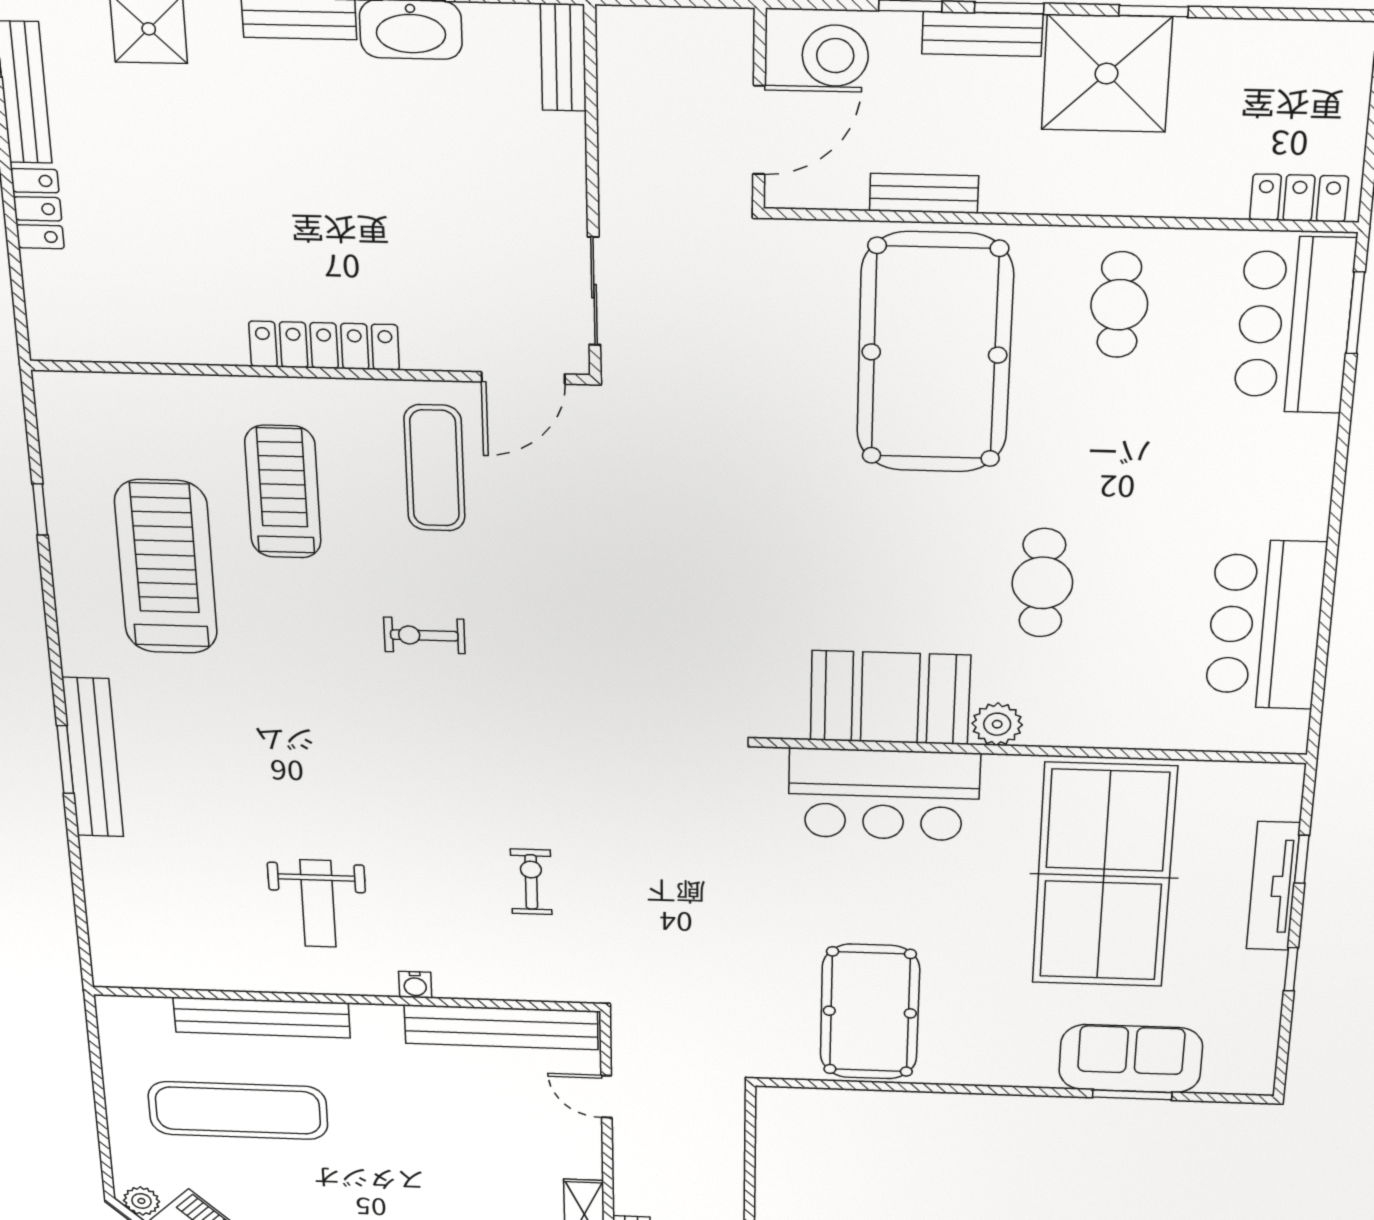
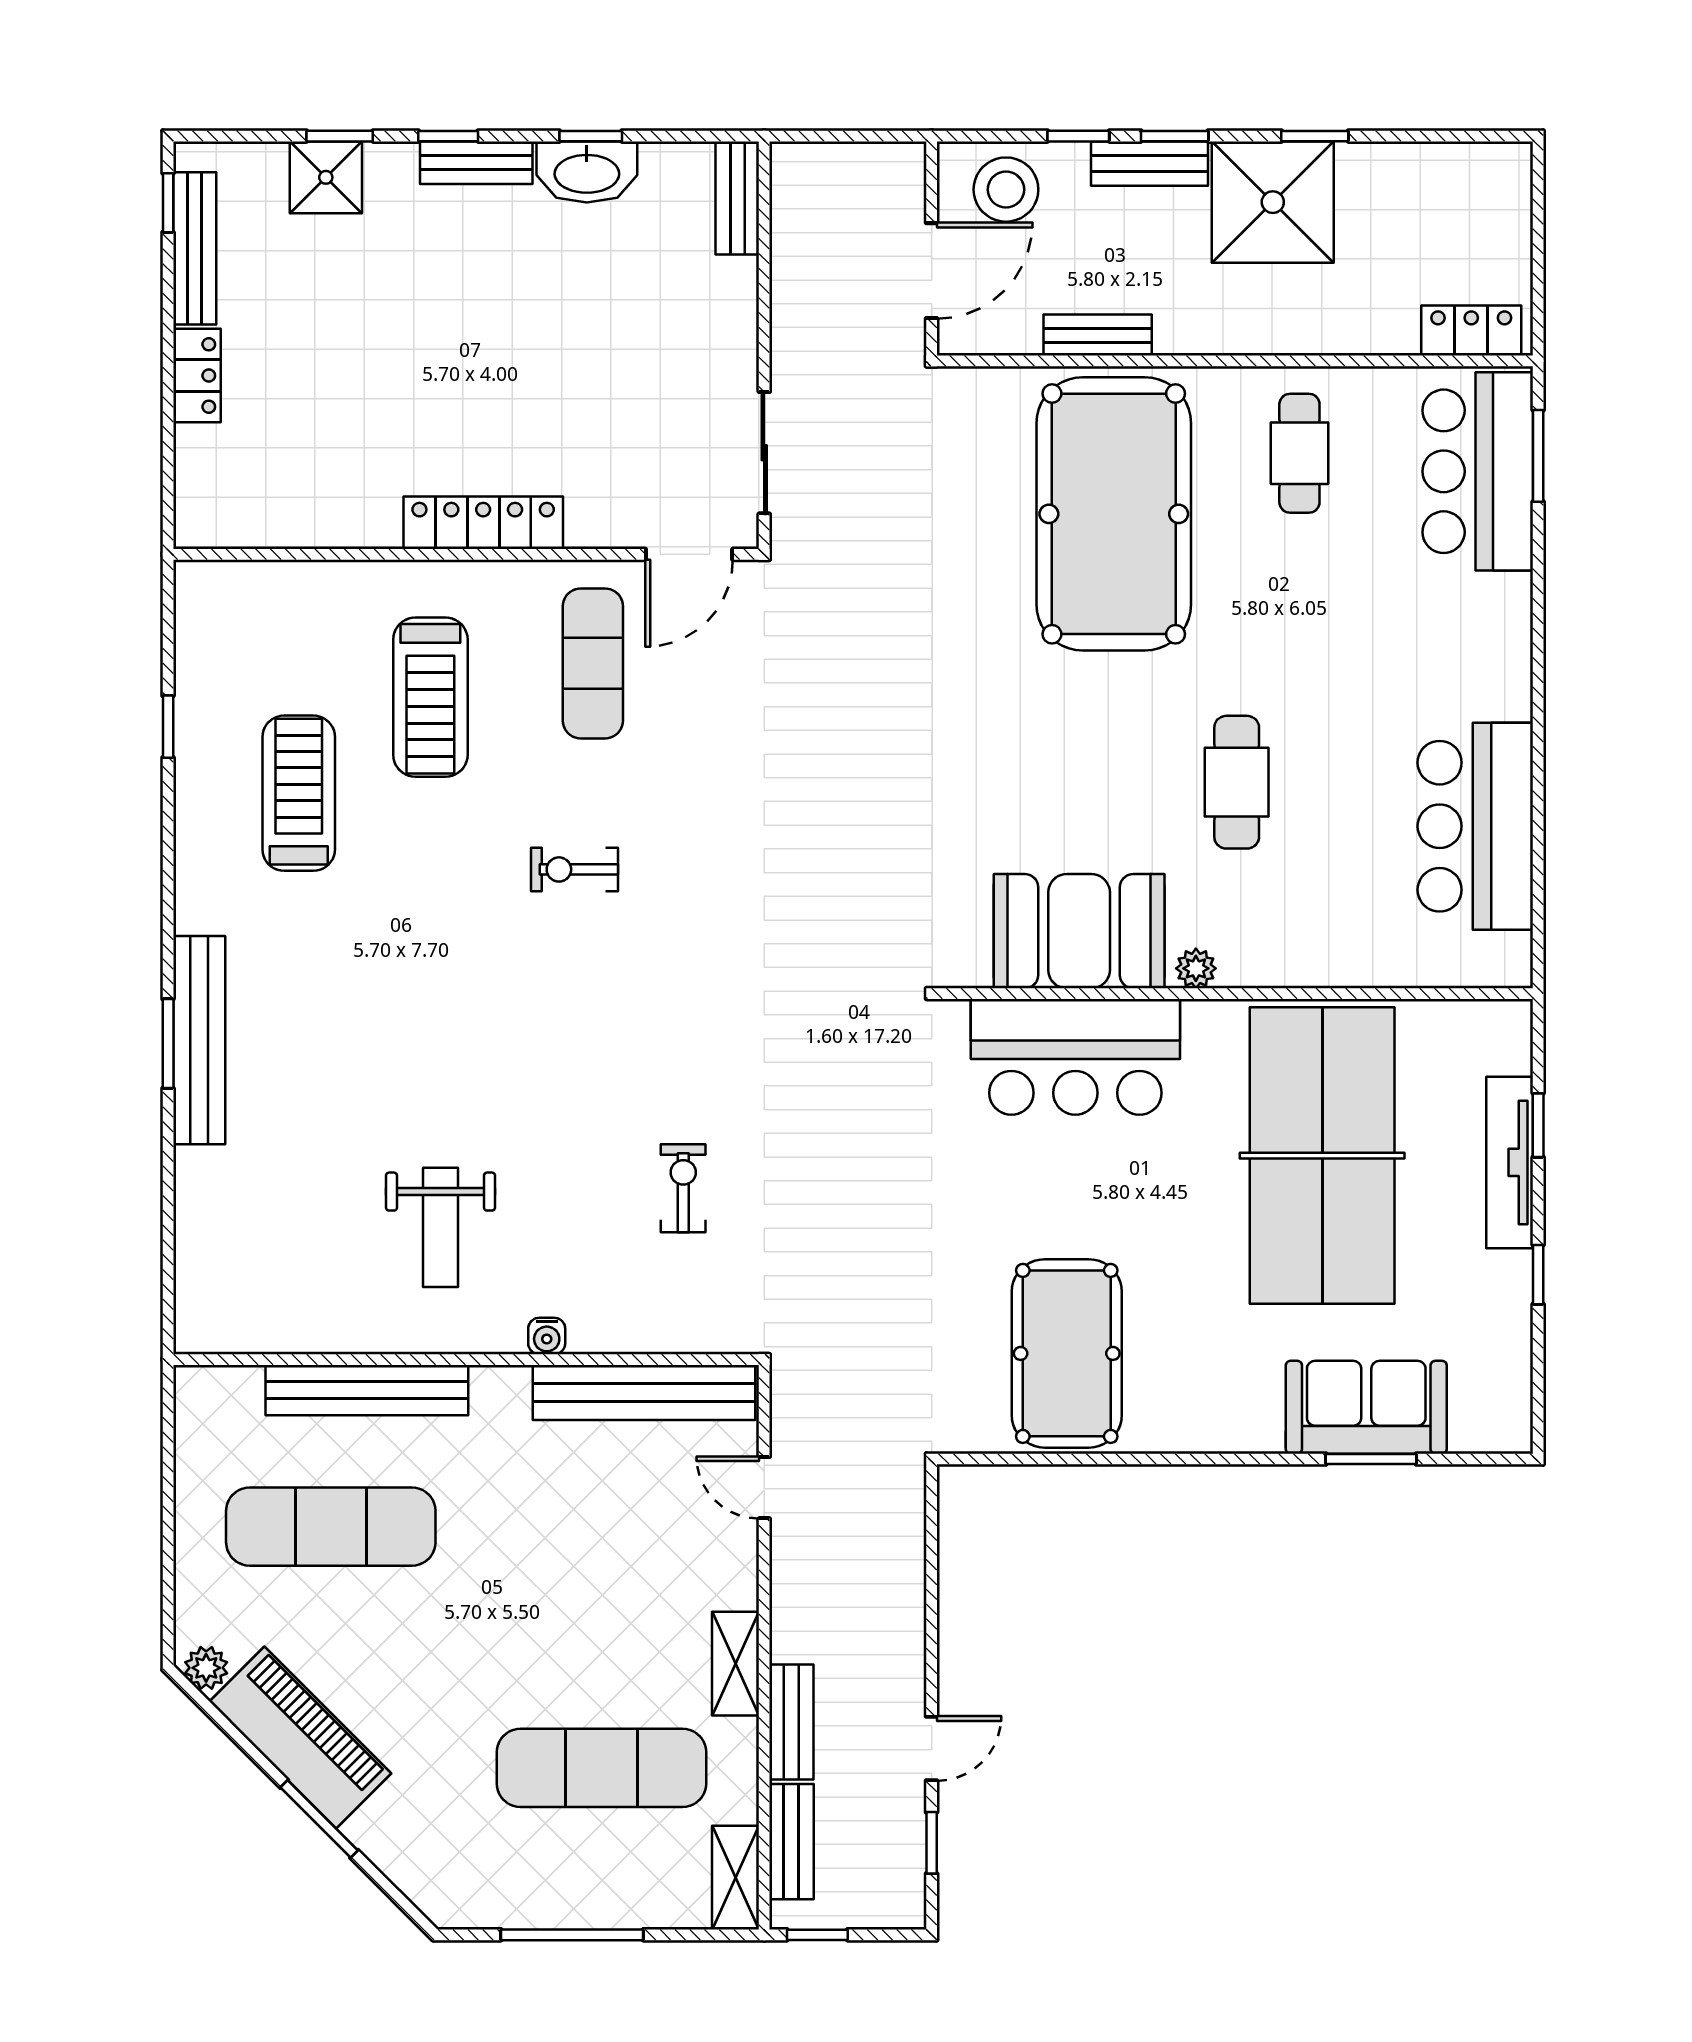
treadmill: (283, 492) -> (430, 697), turned 180
treadmill: (166, 567) -> (299, 793), width x0.73, depth x0.73
plant: (997, 724) -> (1196, 968), width x0.73, depth x0.73

